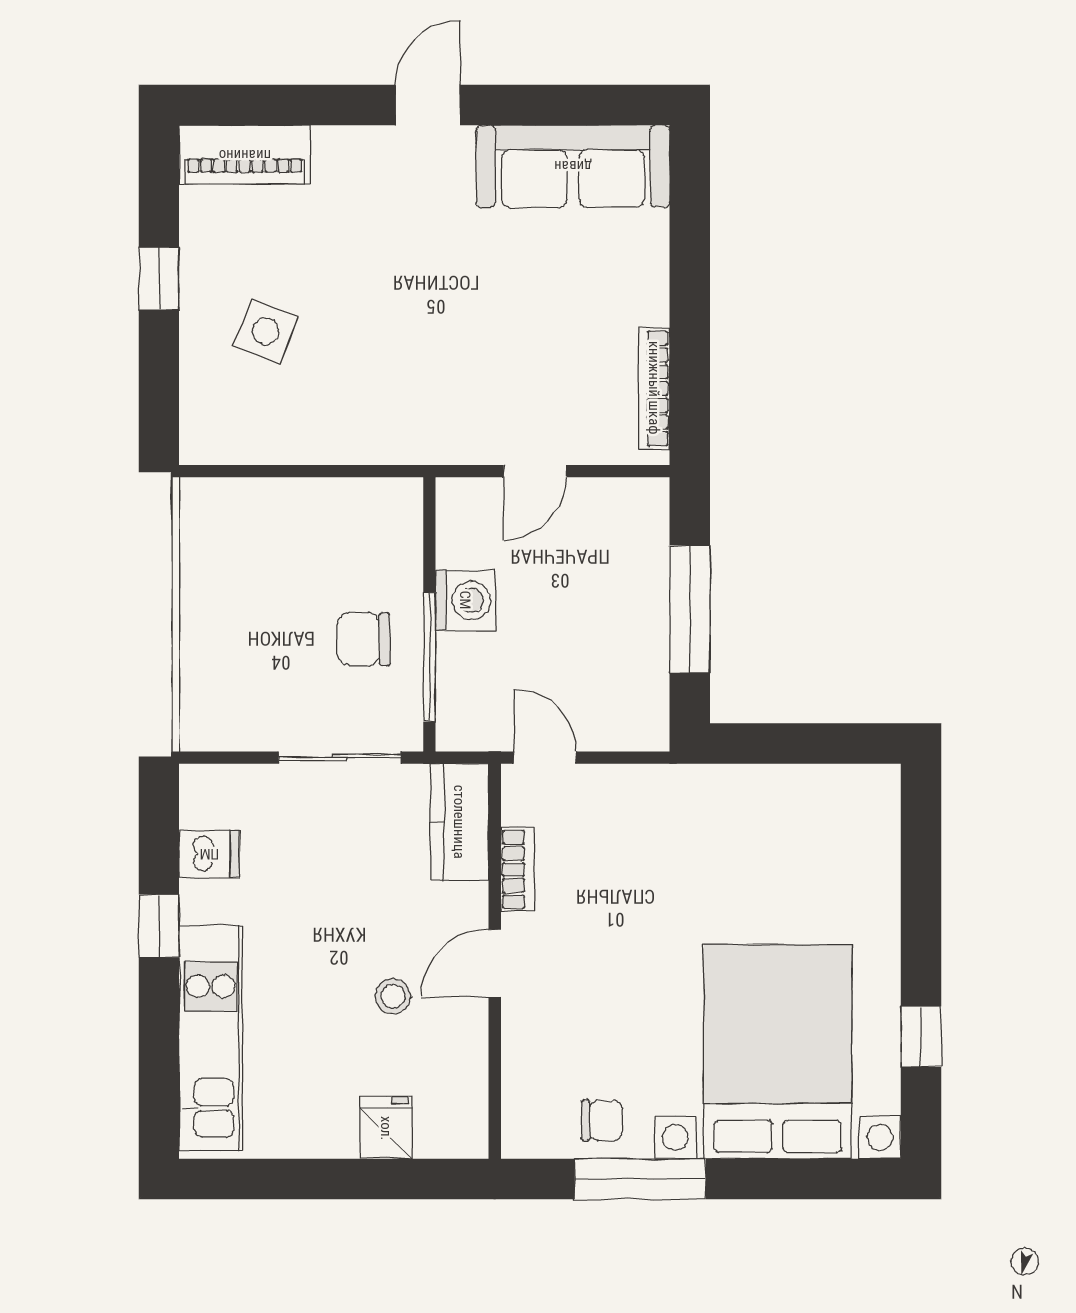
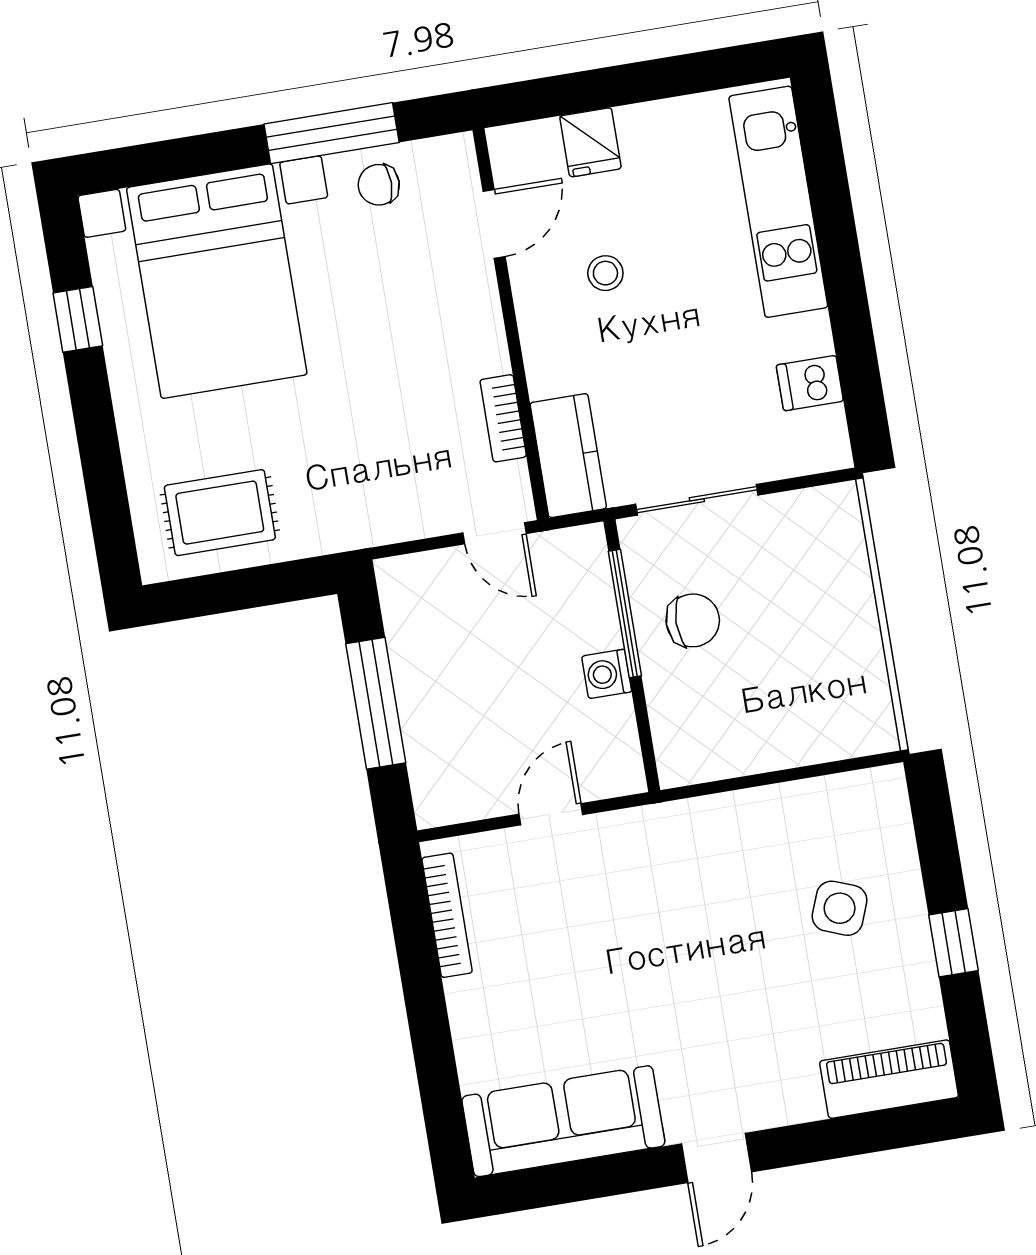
washing machine: (465, 600) -> (607, 674), width x0.73, depth x0.73
rug: (813, 823) -> (220, 513), added
window: (159, 926) -> (848, 304), removed
door: (495, 963) -> (494, 224), moved

